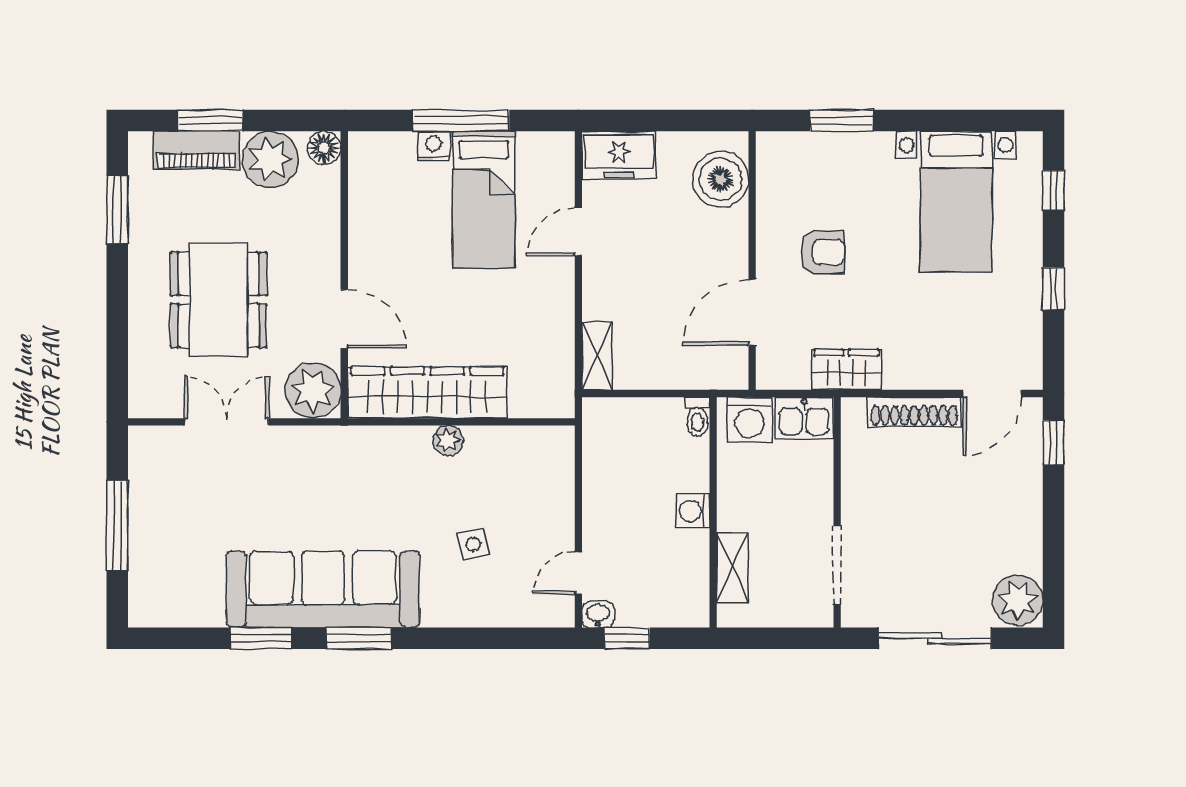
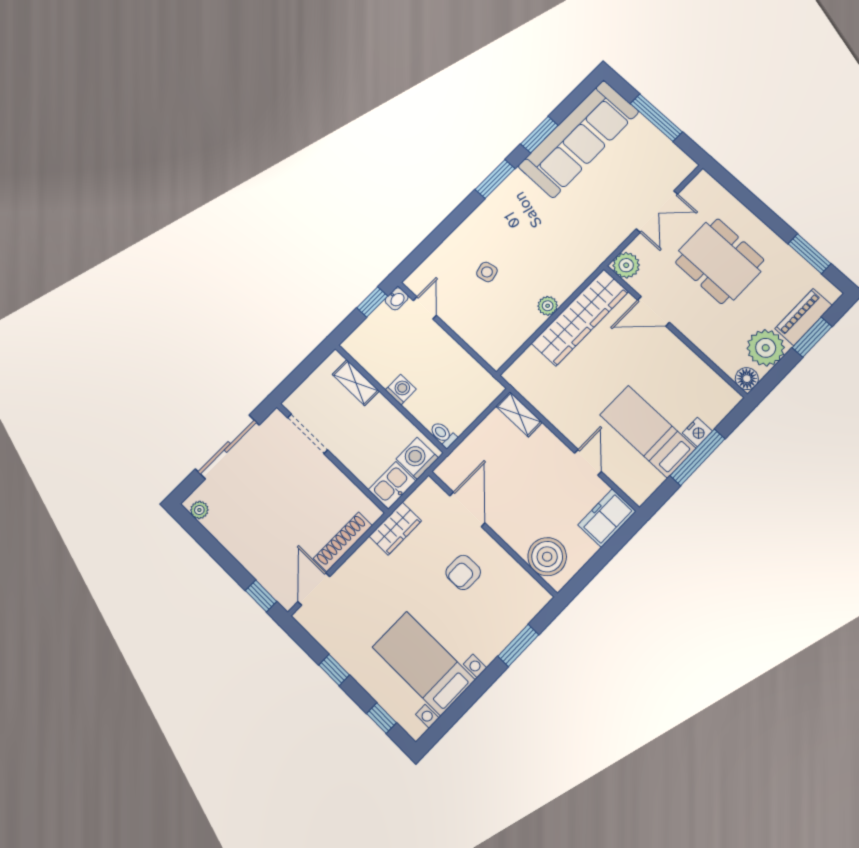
plant: (313, 390) -> (626, 265), width x0.73, depth x0.73
sofa: (323, 589) -> (579, 139), moved
plant: (1018, 600) -> (199, 510), width x0.53, depth x0.53

